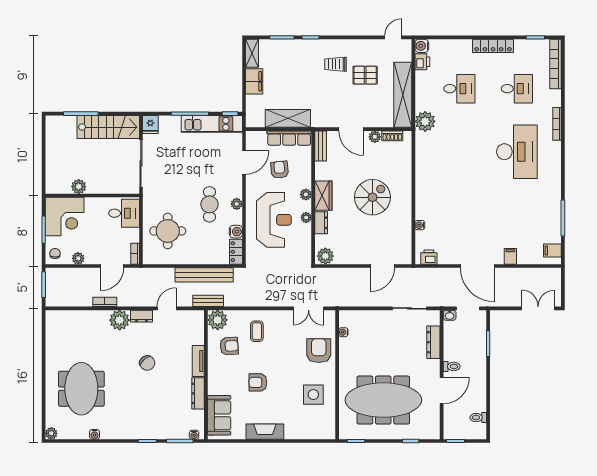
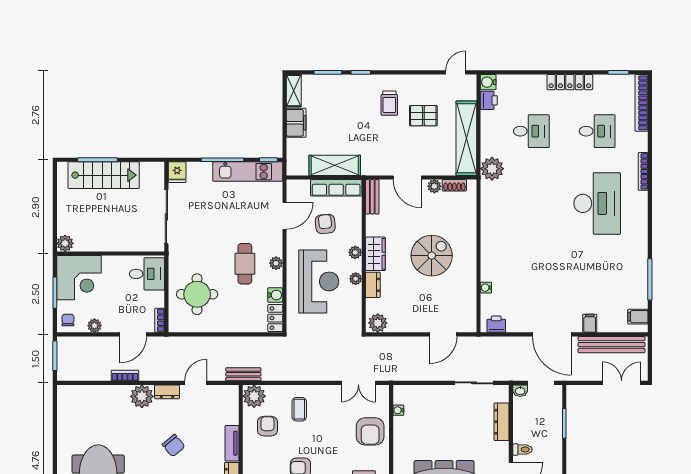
trolley: (335, 64) -> (389, 103), turned -90
stairs: (108, 127) -> (104, 175), moved
plant: (79, 187) -> (65, 243), moved
bench: (204, 275) -> (612, 345), moved
armchair: (229, 346) -> (267, 426), turned -86
armchair: (319, 351) -> (370, 431), turned 180

